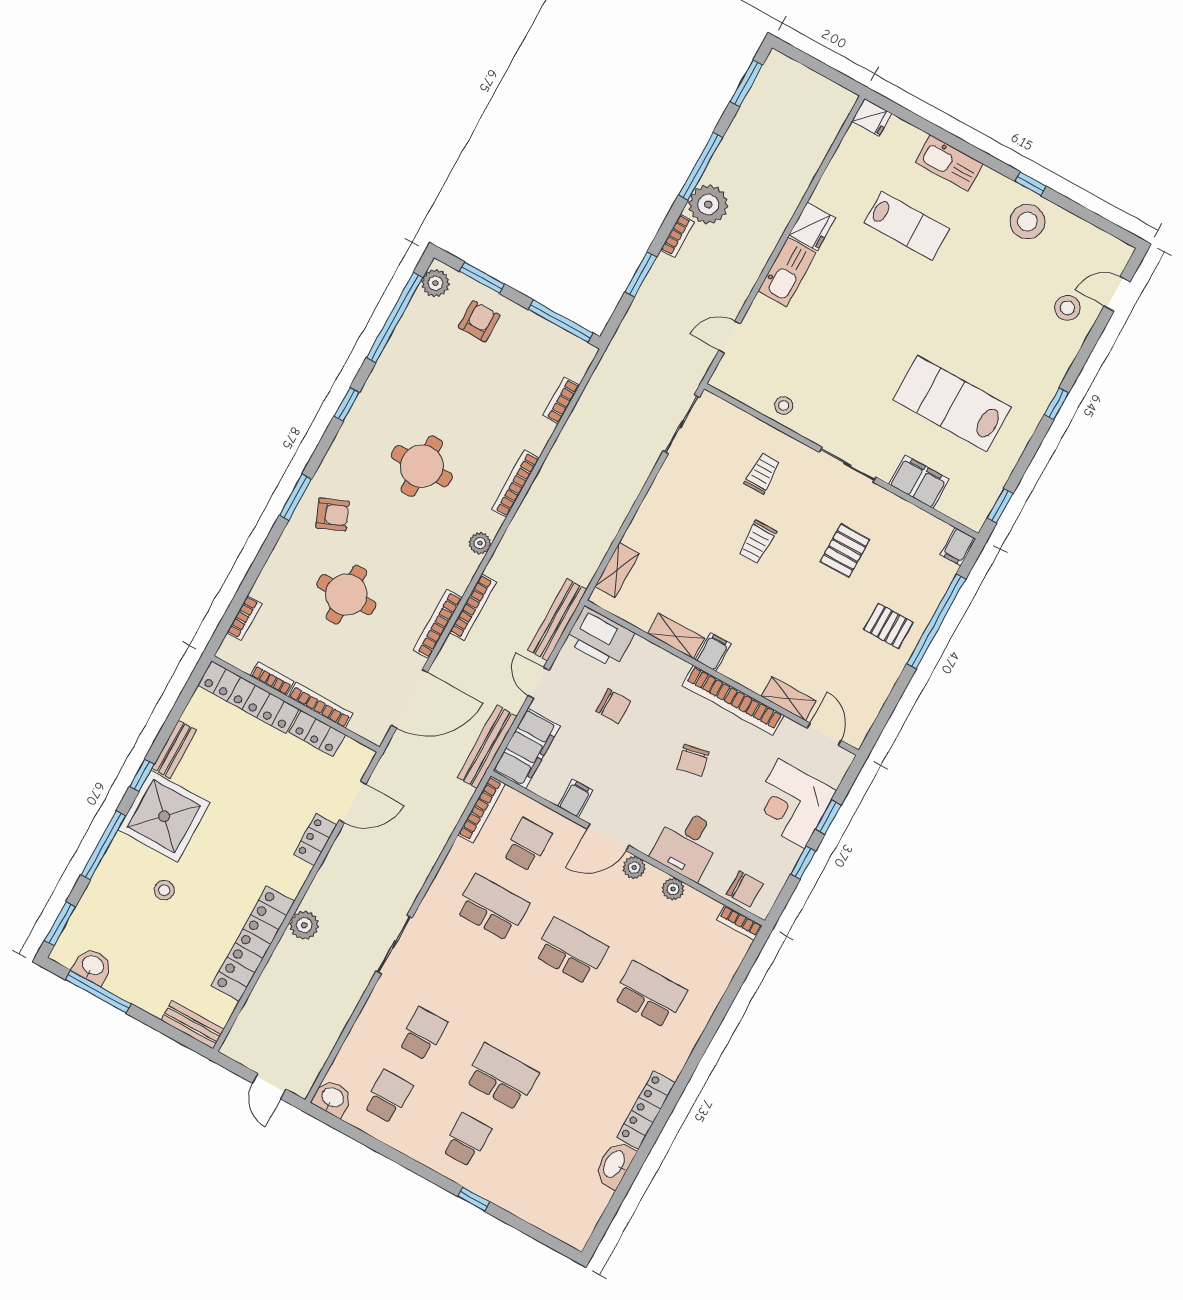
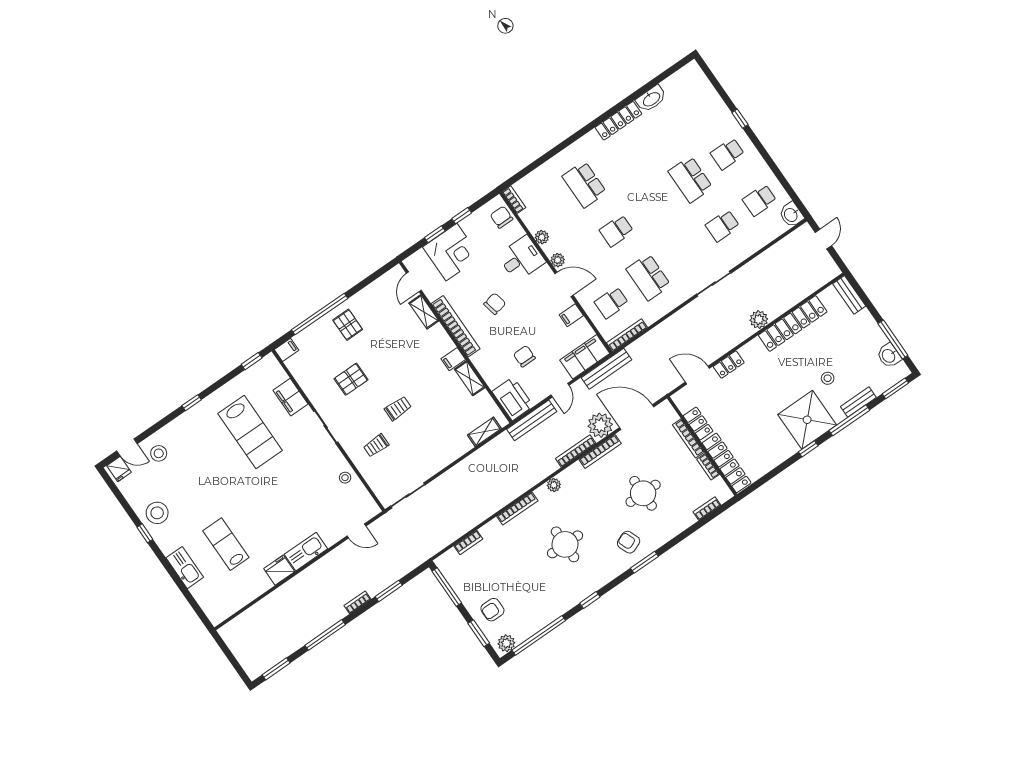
fridge: (872, 117) -> (119, 469), moved, turned 180
plant: (708, 204) -> (600, 425), moved
bench: (174, 749) -> (858, 402), moved
school desk: (571, 951) -> (616, 231), width x0.54

